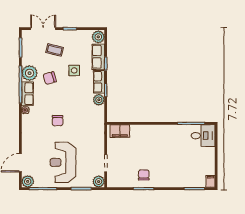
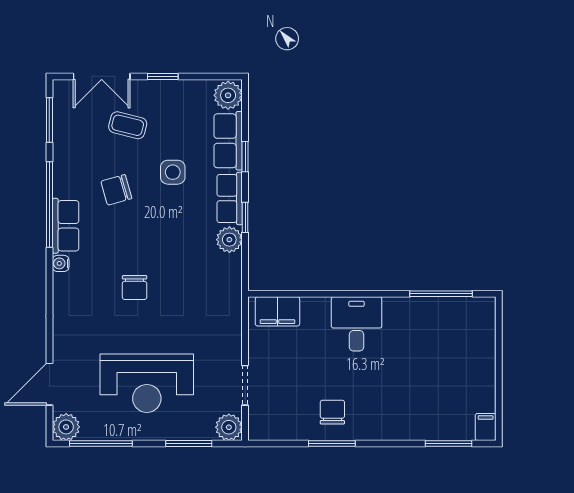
double door: (43, 29) -> (102, 76), swing flipped
plant: (30, 73) -> (70, 178), removed
desk: (203, 136) -> (357, 324), moved, turned -90
reception desk: (63, 162) -> (147, 383), turned -90

